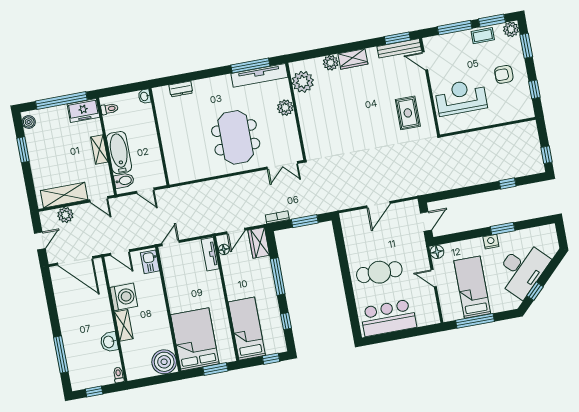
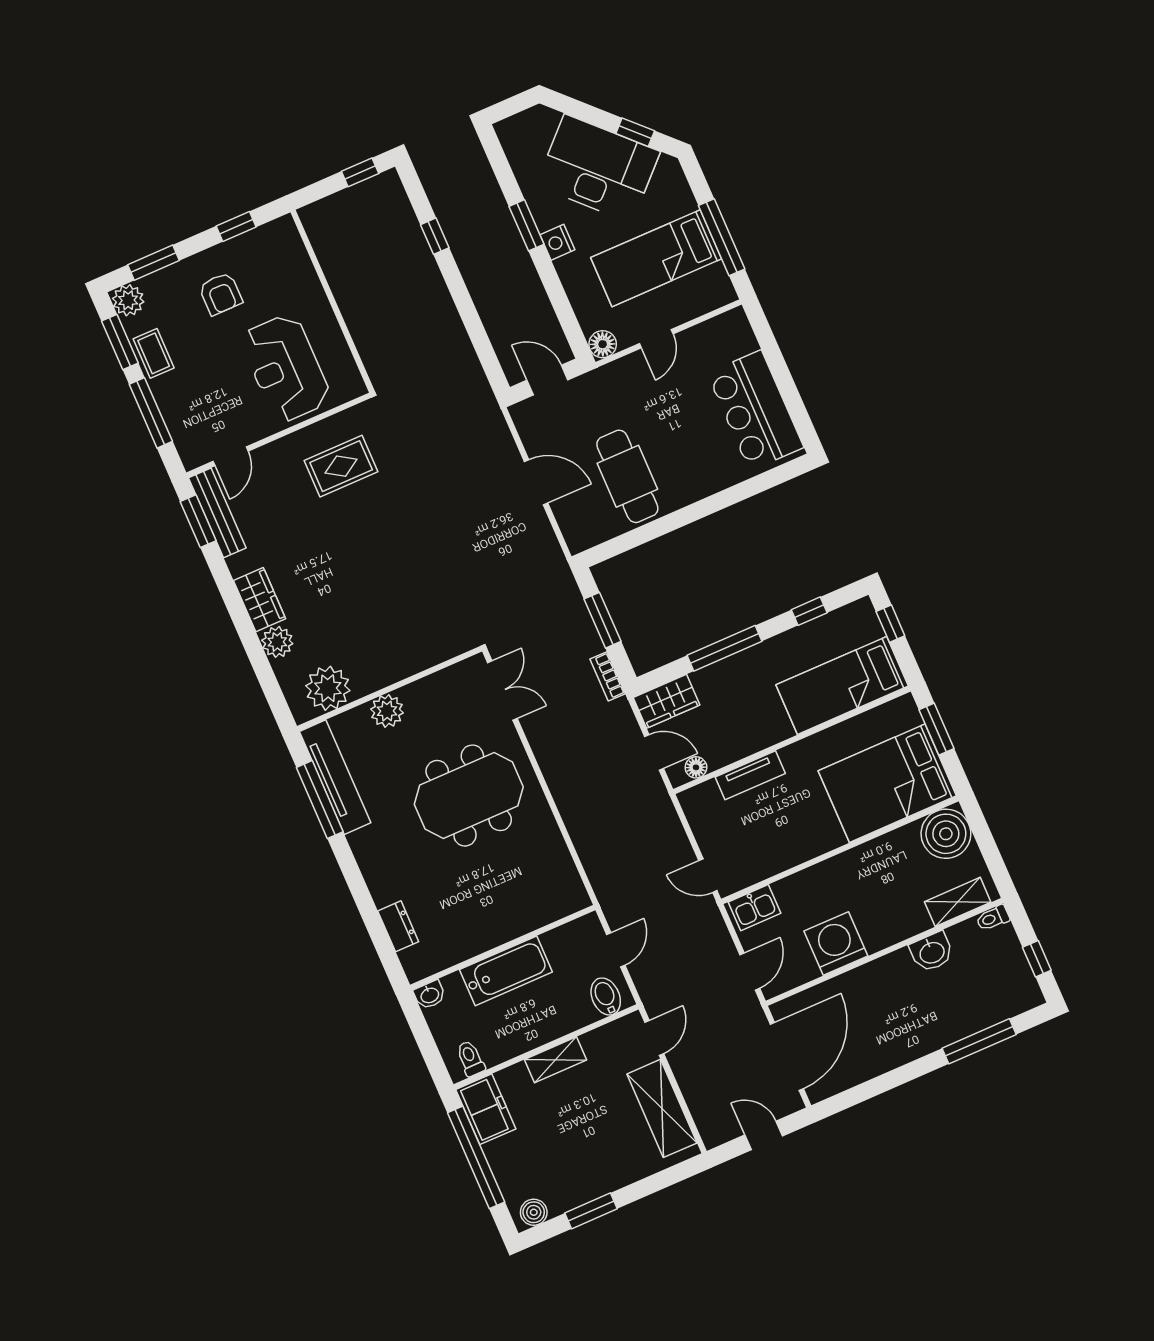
bathtub: (119, 153) -> (506, 971), moved, turned 180
plant: (65, 215) -> (701, 1097), removed
tv unit: (210, 254) -> (750, 775), moved
cafe table: (379, 272) -> (627, 476), moved
shelving: (124, 325) -> (958, 902), moved

